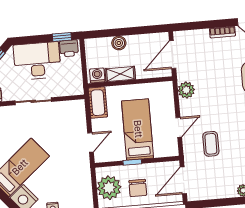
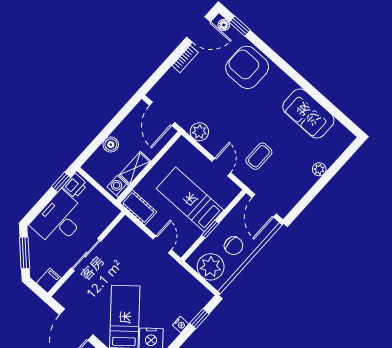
coffee table: (211, 144) -> (259, 156), turned 90

